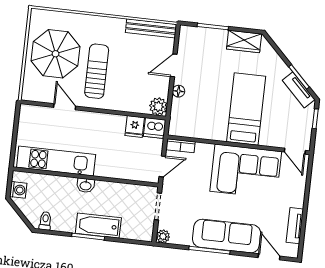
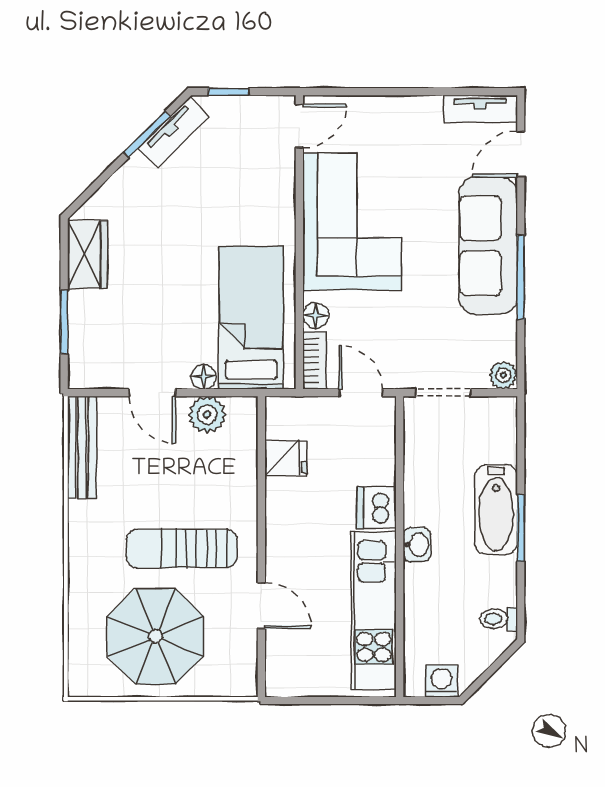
plant: (158, 106) -> (207, 414), moved
door: (65, 107) -> (261, 606), swing flipped
bed: (246, 109) -> (251, 318), moved, turned 90
dishwasher: (155, 128) -> (377, 508), moved, turned 180
floor lamp: (202, 149) -> (316, 316), added
tv unit: (295, 226) -> (480, 109), moved

